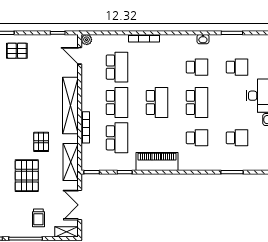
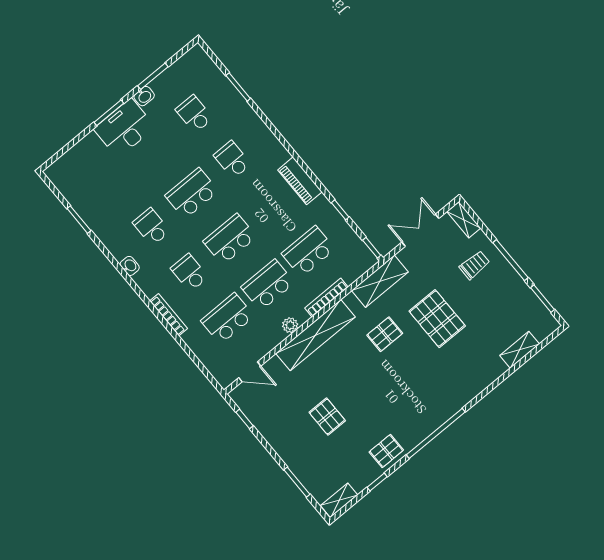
washbasin: (203, 39) -> (130, 266), moved
plant: (87, 40) -> (290, 325), moved
pallet: (17, 51) -> (327, 417), moved
door: (80, 56) -> (250, 372), hinge flipped
school desk: (237, 67) -> (189, 273), moved
piano: (157, 162) -> (300, 181), width x0.73, depth x0.75
pallet: (27, 176) -> (437, 319), turned 90
double door: (80, 205) -> (420, 230), swing flipped

